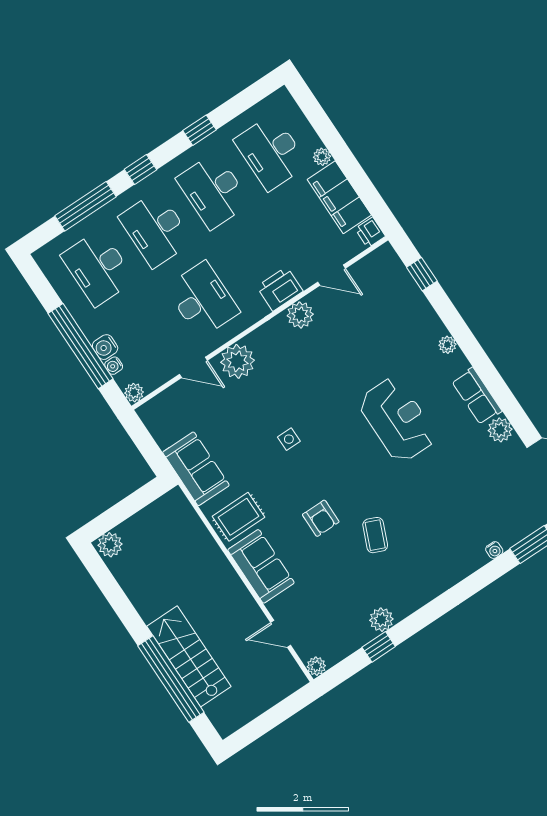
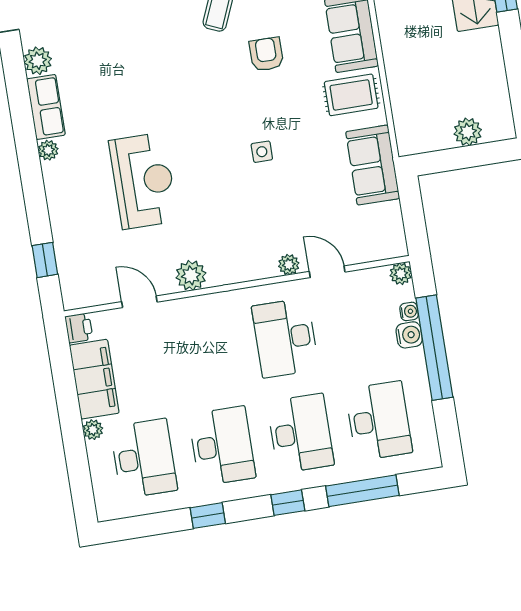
printer: (280, 289) -> (200, 312), removed
plant: (447, 345) -> (48, 150), moved
plant: (237, 361) -> (289, 265), width x0.53, depth x0.53
reception desk: (397, 420) -> (143, 181), moved, turned 180
plant: (110, 545) -> (468, 132), moved

